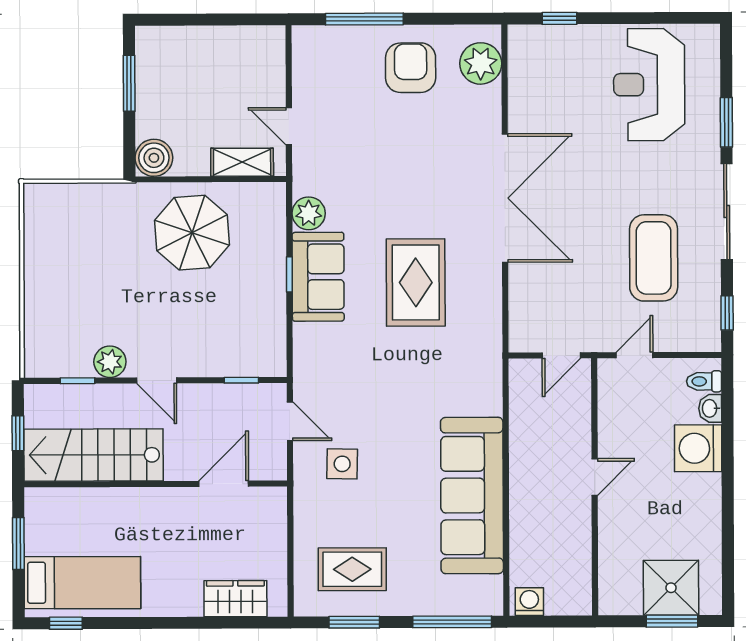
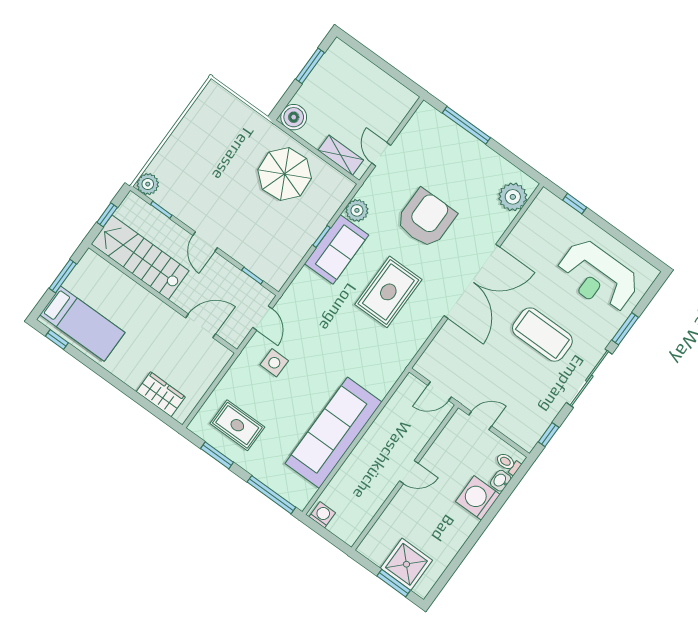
armchair: (411, 68) -> (426, 219), moved, width x1.36, depth x1.36
reception desk: (649, 85) -> (598, 277), turned -90
coffee table: (654, 258) -> (542, 335), moved, turned 90
plant: (110, 362) -> (148, 184), moved

